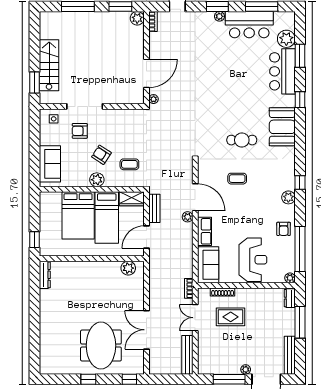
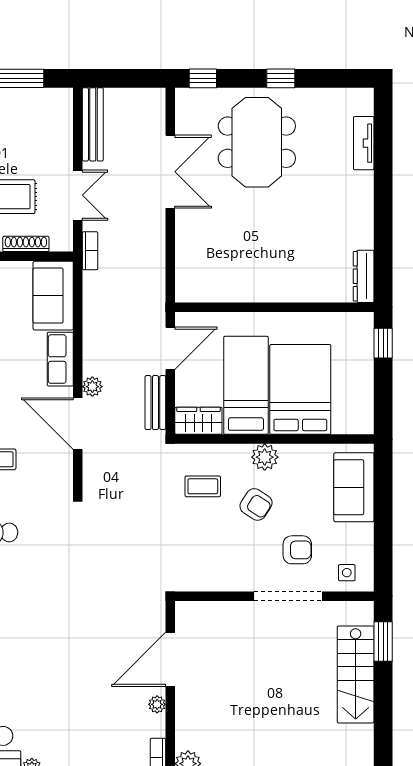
plant: (154, 99) -> (157, 704), moved
plant: (128, 268) -> (205, 289), removed
tv unit: (45, 345) -> (364, 143), added

